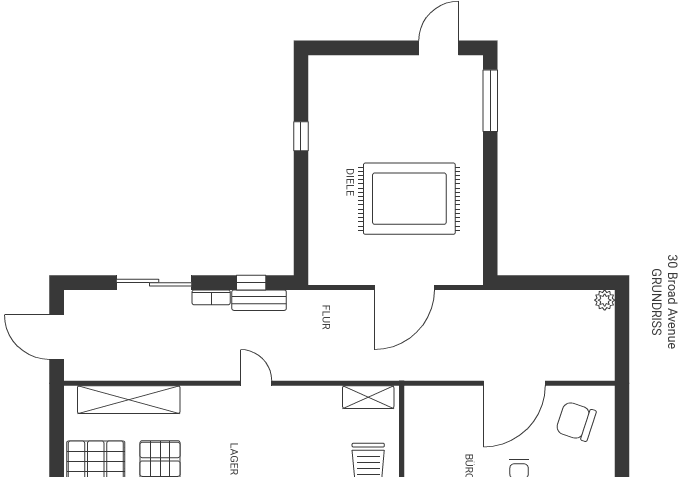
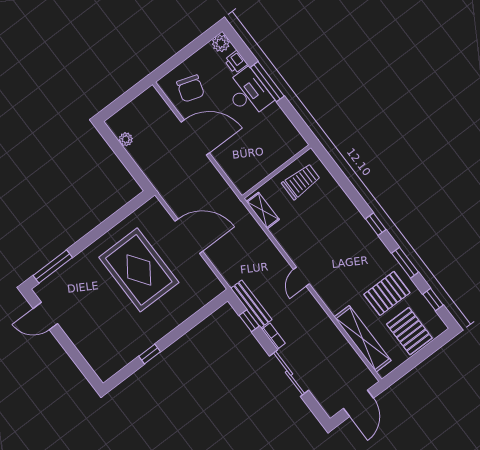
bench: (259, 300) -> (251, 304), width x1.36
plant: (605, 300) -> (126, 139), moved

